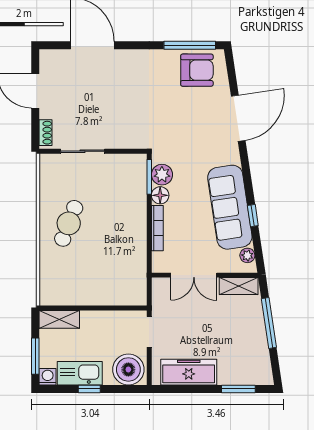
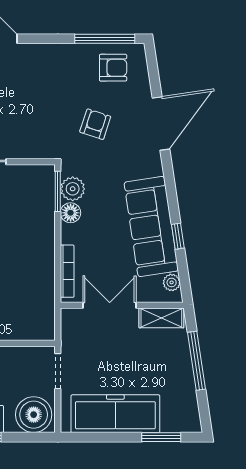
armchair: (197, 70) -> (113, 68), width x0.72, depth x0.72
armchair: (181, 119) -> (95, 124), added
bookcase: (157, 228) -> (67, 271), moved
double door: (194, 275) -> (110, 305), swing flipped
freezer: (189, 372) -> (115, 414), width x1.36, depth x1.26

